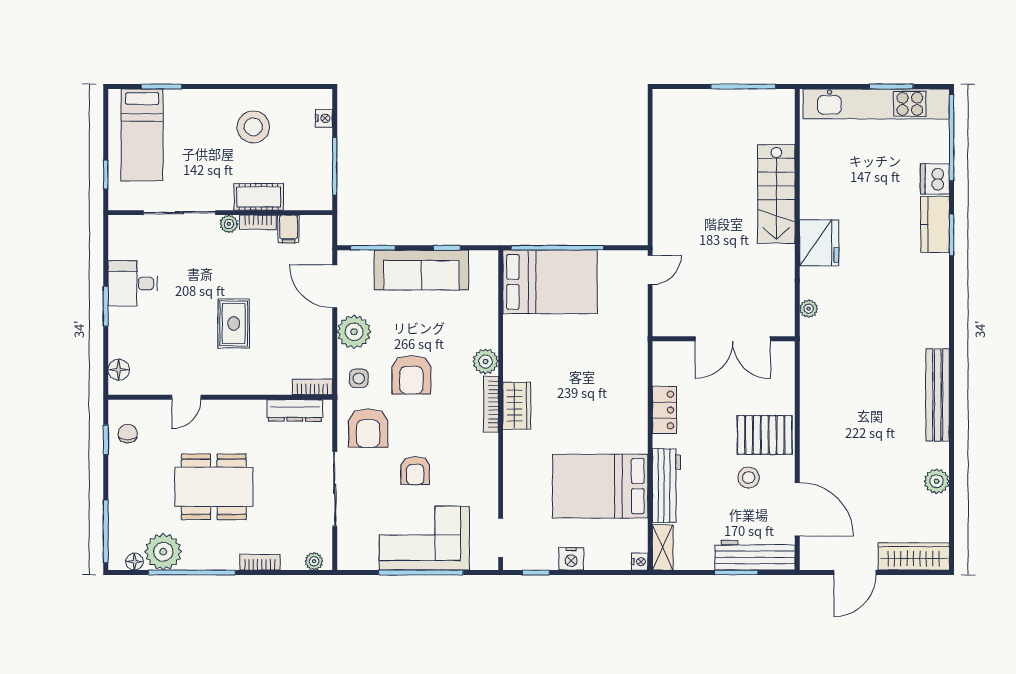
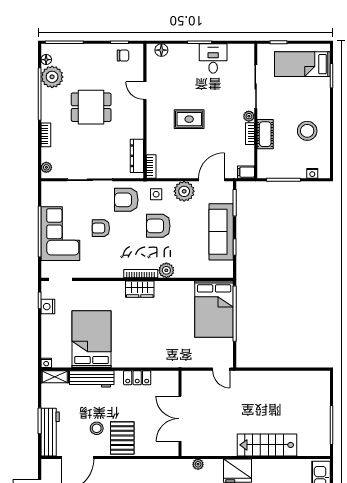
filing cabinet: (289, 229) -> (246, 172), moved
dining table: (214, 487) -> (91, 107), width x0.73
nightstand: (571, 559) -> (48, 307), moved

